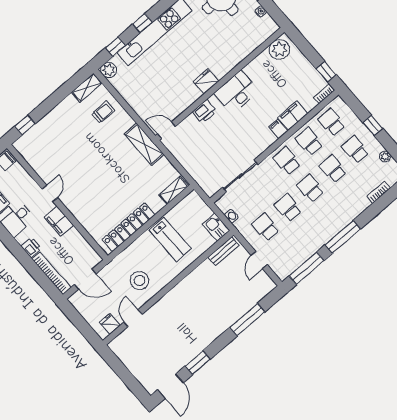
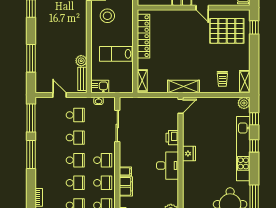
pallet: (52, 149) -> (227, 31), added
plant: (207, 268) -> (81, 61), added

